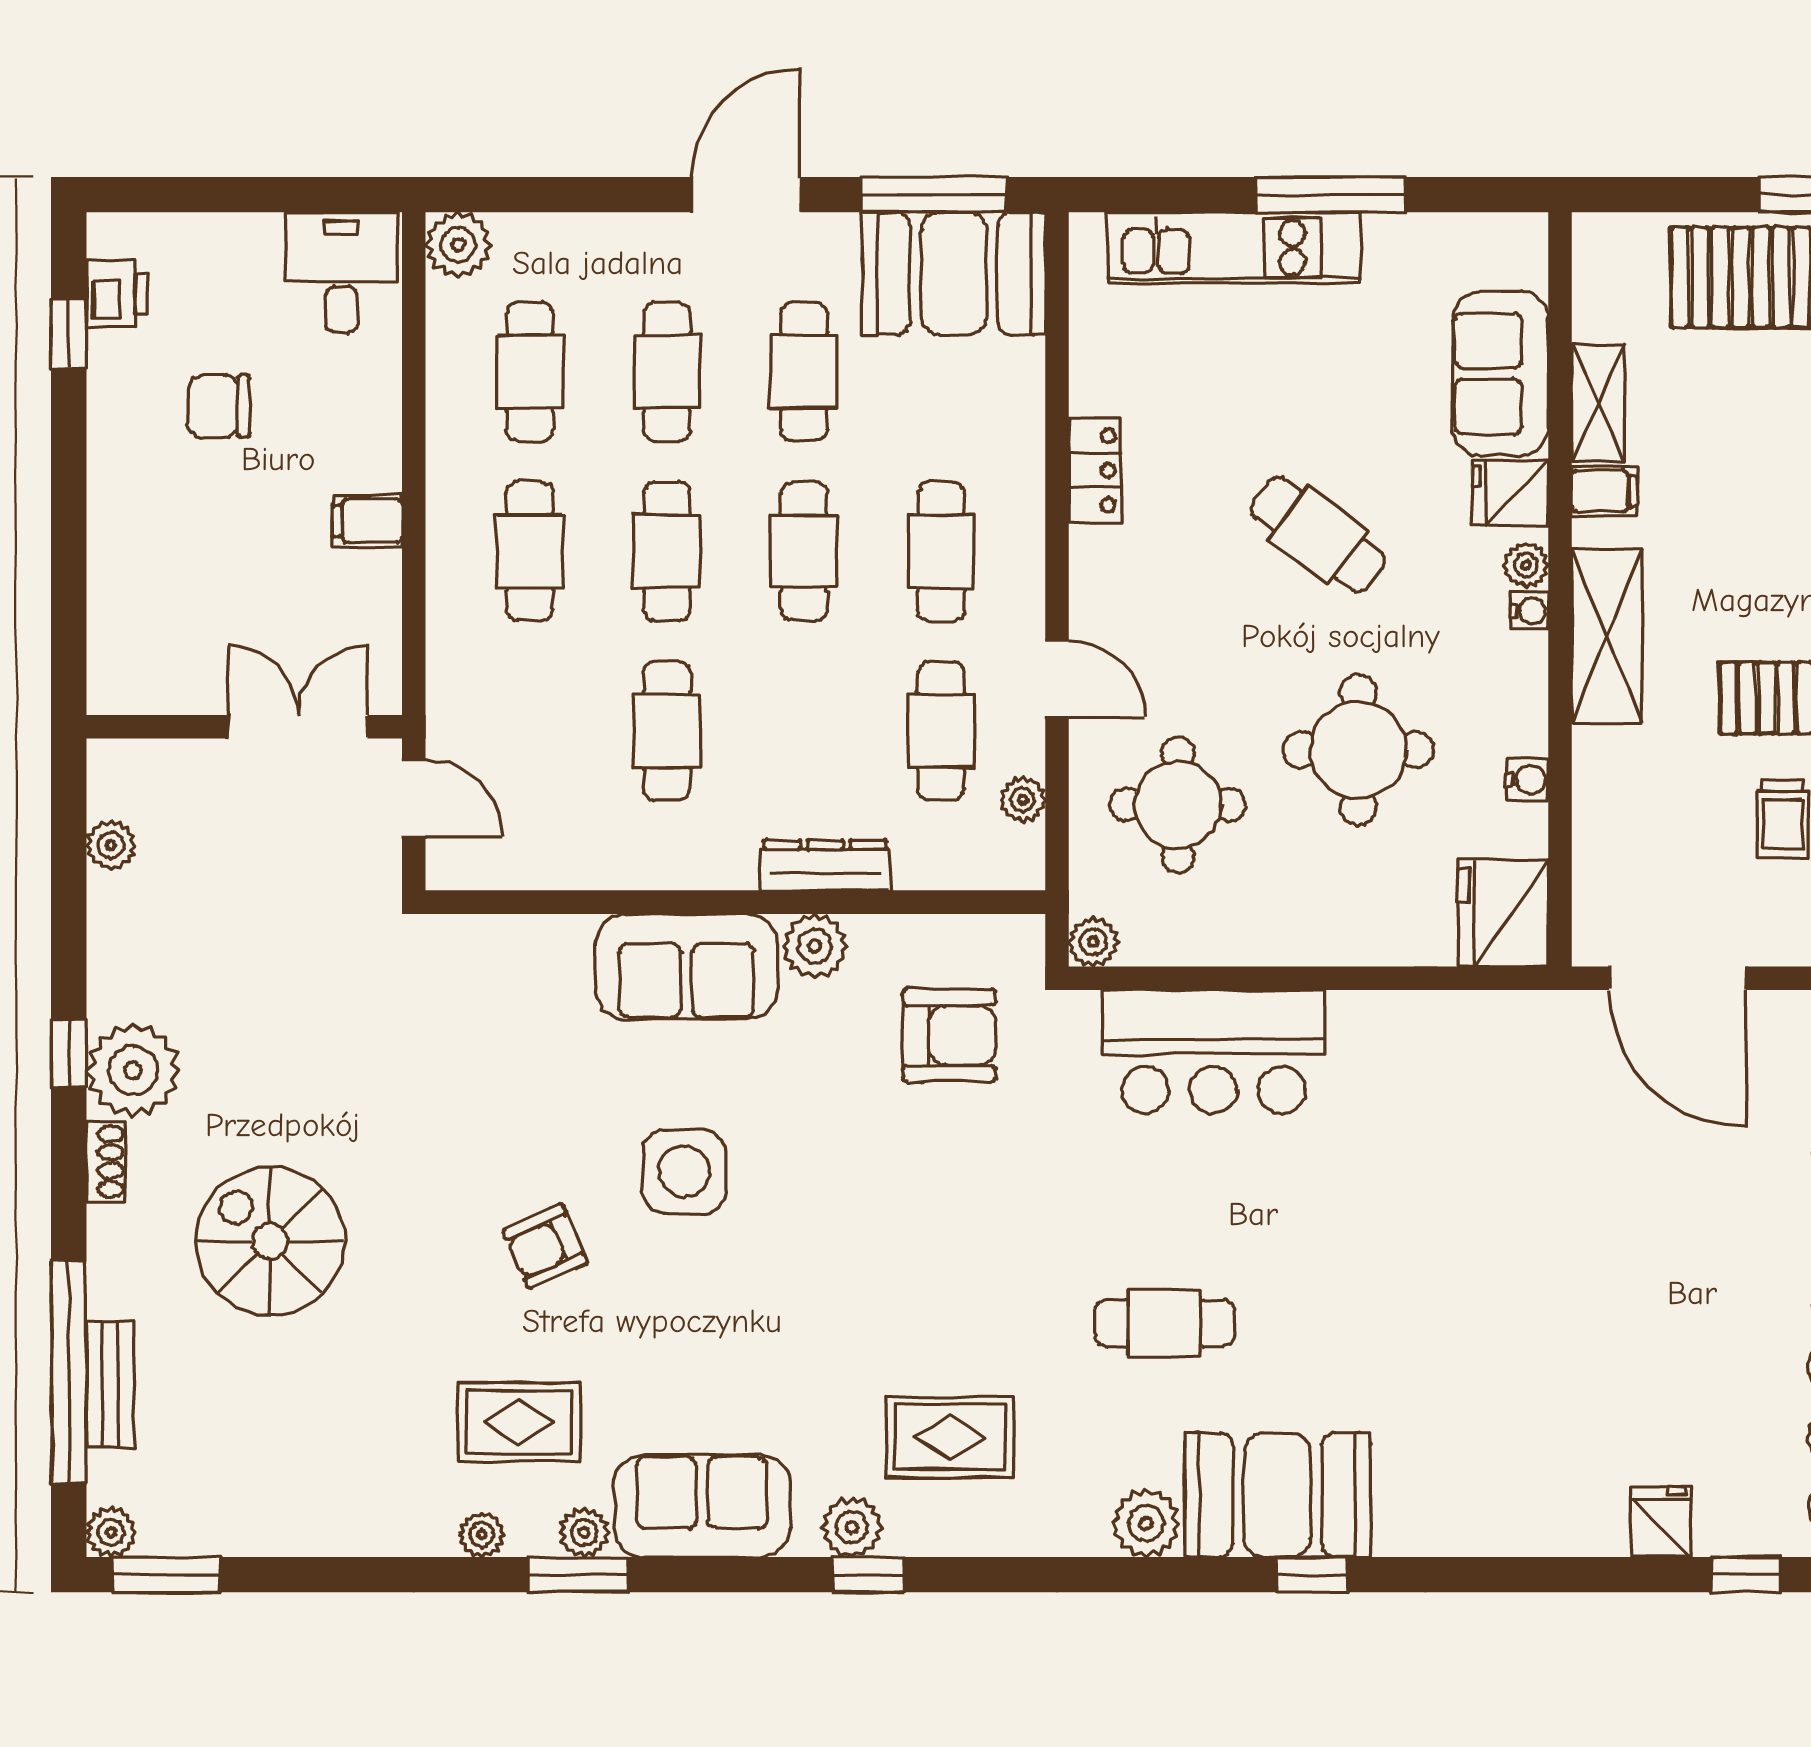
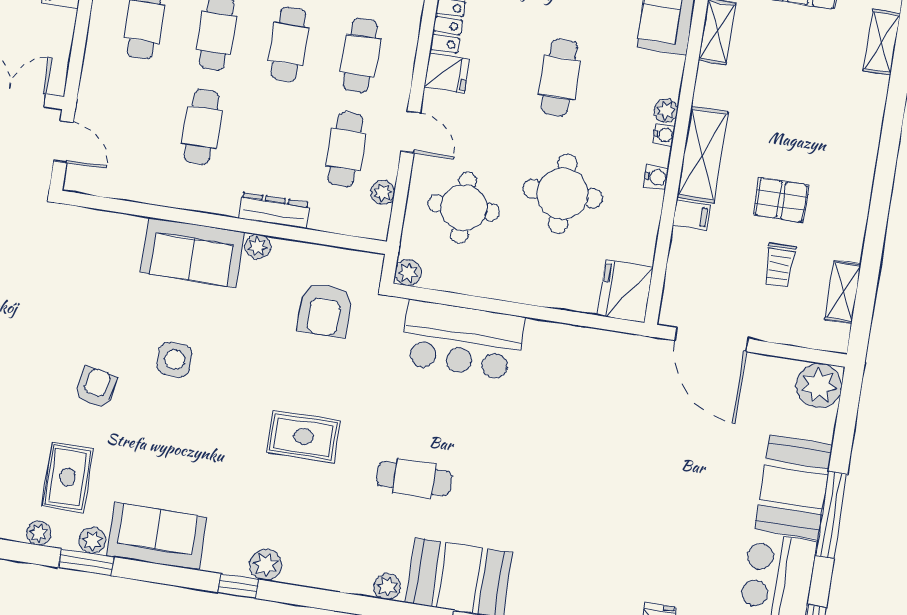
filing cabinet: (1604, 491) -> (692, 215), moved
fridge: (1510, 493) -> (447, 73), moved, turned 180
cafe table: (1318, 535) -> (559, 78), turned 53
water cooler: (1527, 780) -> (656, 177), moved
plant: (815, 946) -> (258, 247), width x0.73, depth x0.73
armchair: (949, 1035) -> (325, 310), turned 90
side table: (684, 1172) -> (175, 360), width x0.73, depth x0.73
armchair: (545, 1246) -> (96, 387), turned 126
rug: (519, 1422) -> (68, 477), turned 90
rug: (950, 1437) -> (304, 437), moved
plant: (1146, 1523) -> (387, 587), width x0.73, depth x0.73
plant: (852, 1527) -> (266, 565), moved

